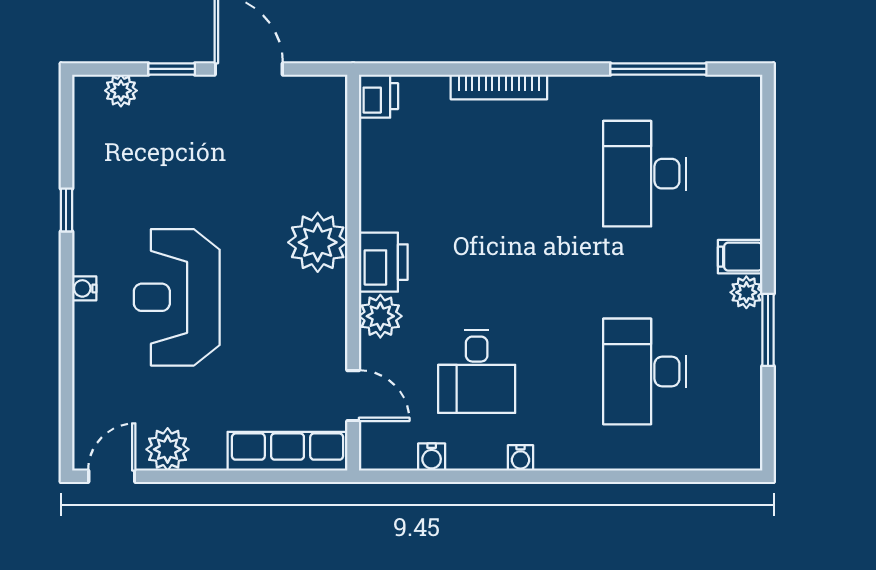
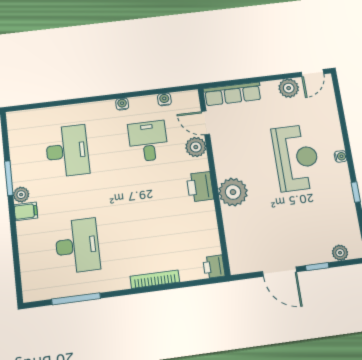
plant: (380, 316) -> (196, 147), moved

